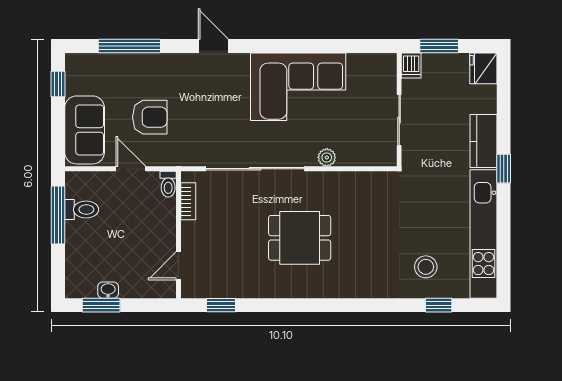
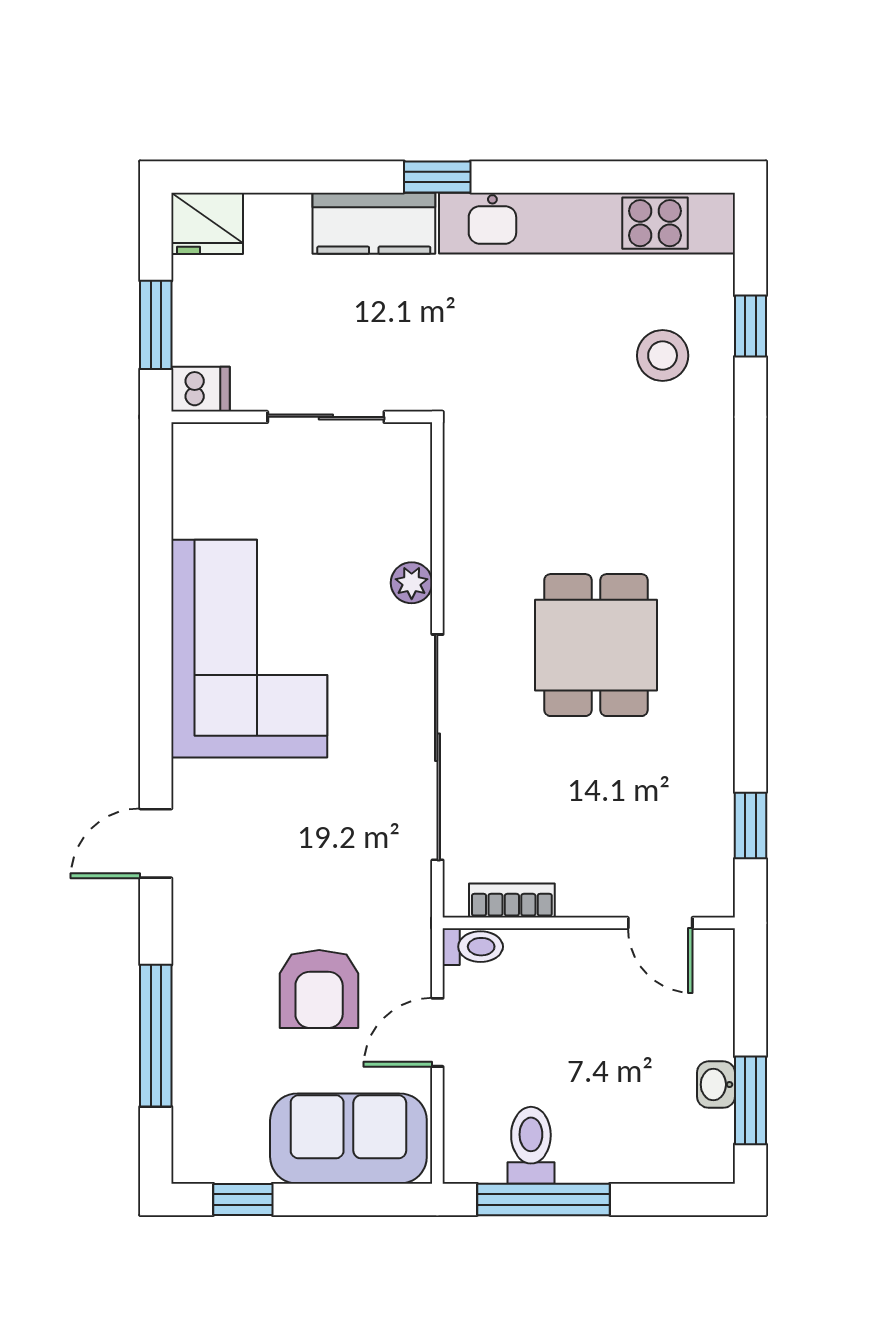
armchair: (150, 117) -> (319, 989), turned 180

